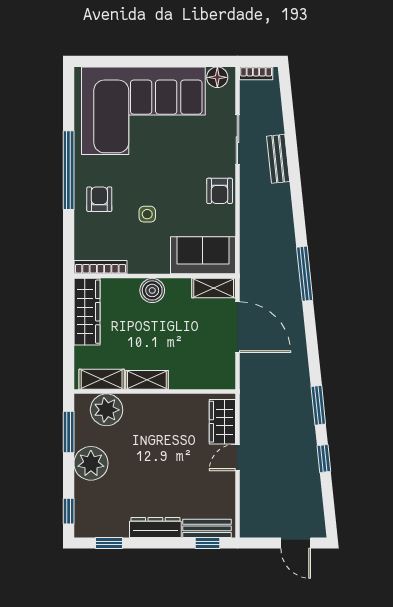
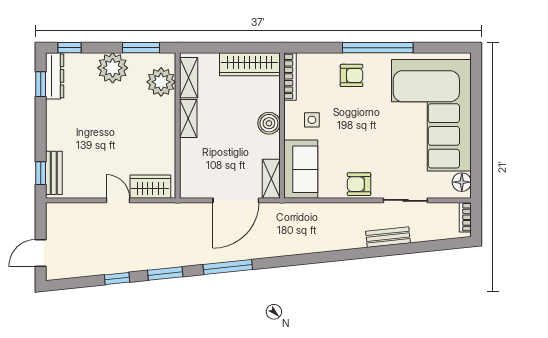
side table: (147, 214) -> (312, 120), moved
window: (305, 274) -> (228, 267), moved
dresser: (155, 527) -> (55, 76), moved

